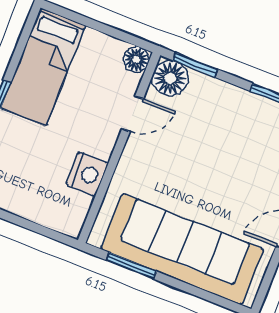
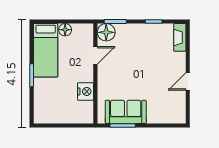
floor lamp: (136, 59) -> (65, 30), moved
sofa: (182, 249) -> (126, 112), width x0.54, depth x0.79

